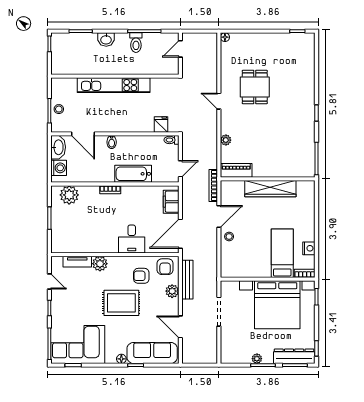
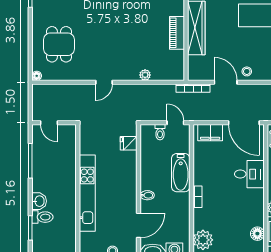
toilet: (136, 43) -> (42, 217), moved
dining table: (255, 87) -> (59, 44), moved, turned 90
toilet: (171, 140) -> (160, 132), moved
piano: (236, 170) -> (177, 33), moved
floor lamp: (75, 247) -> (257, 234), added

